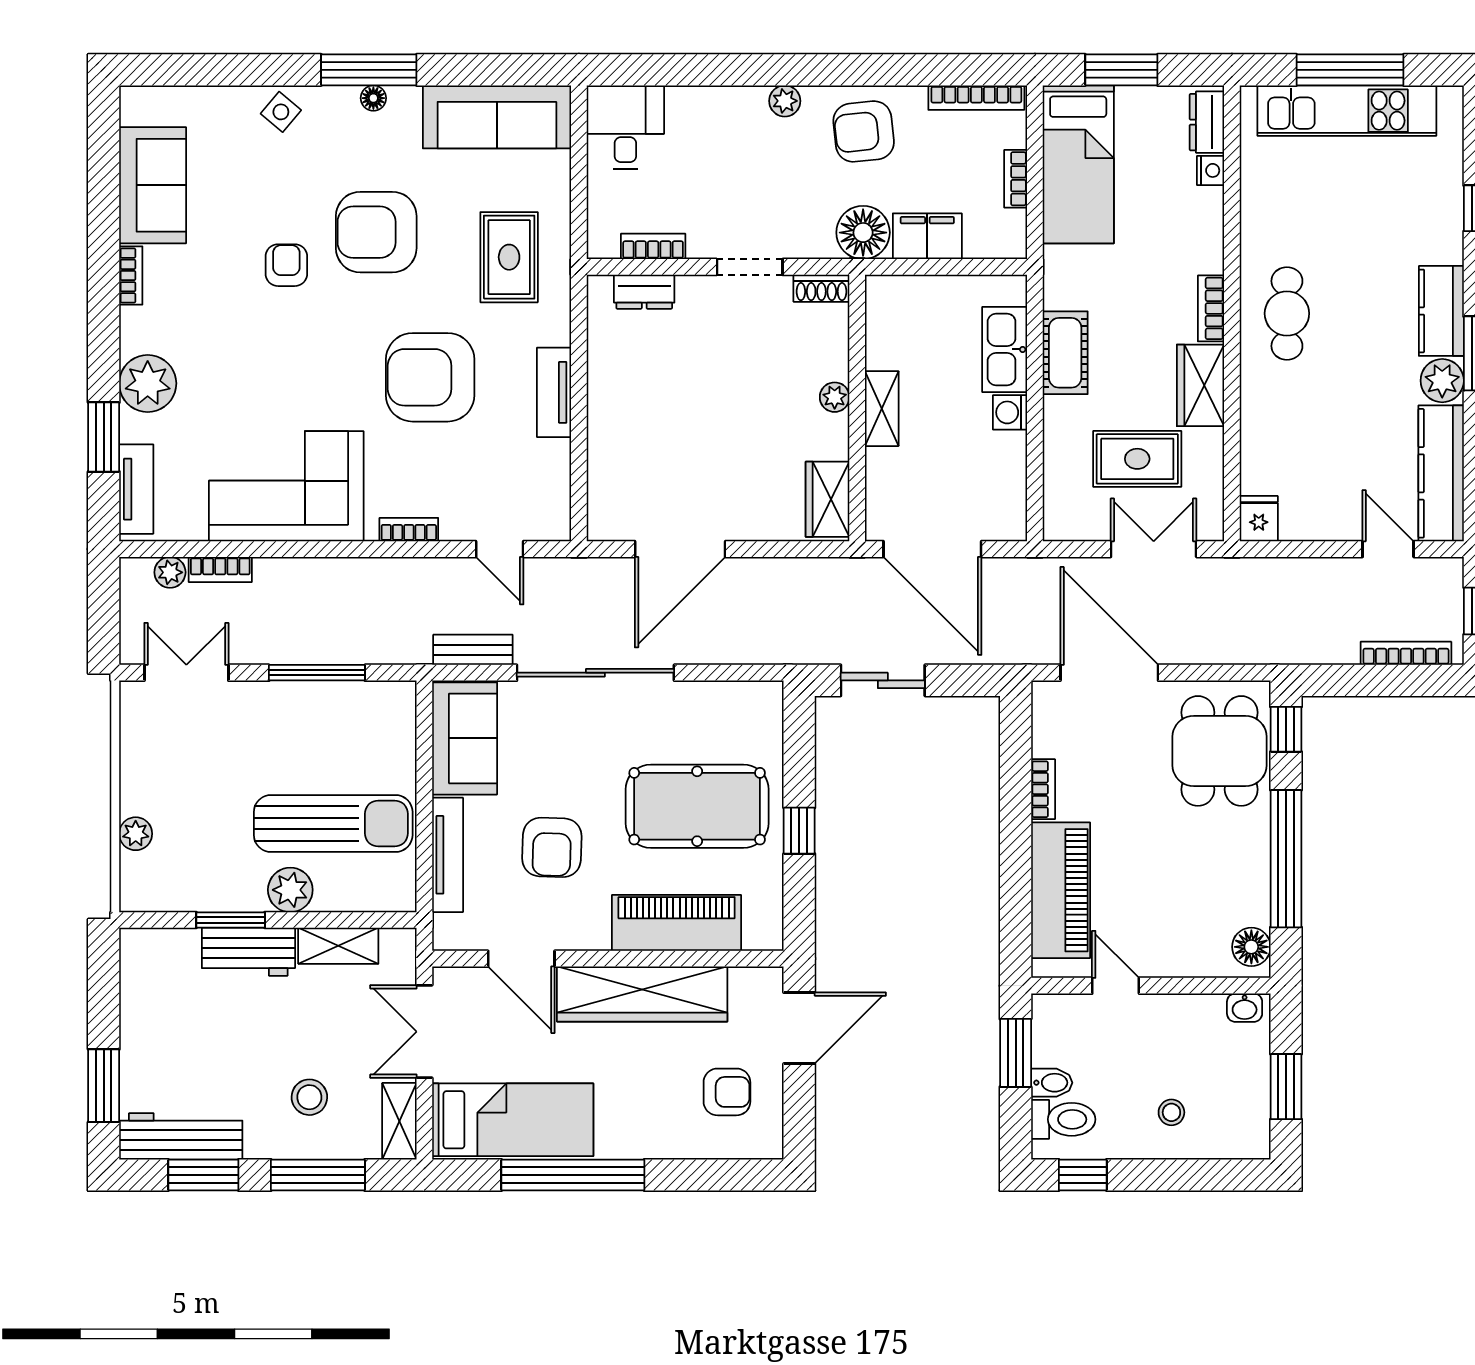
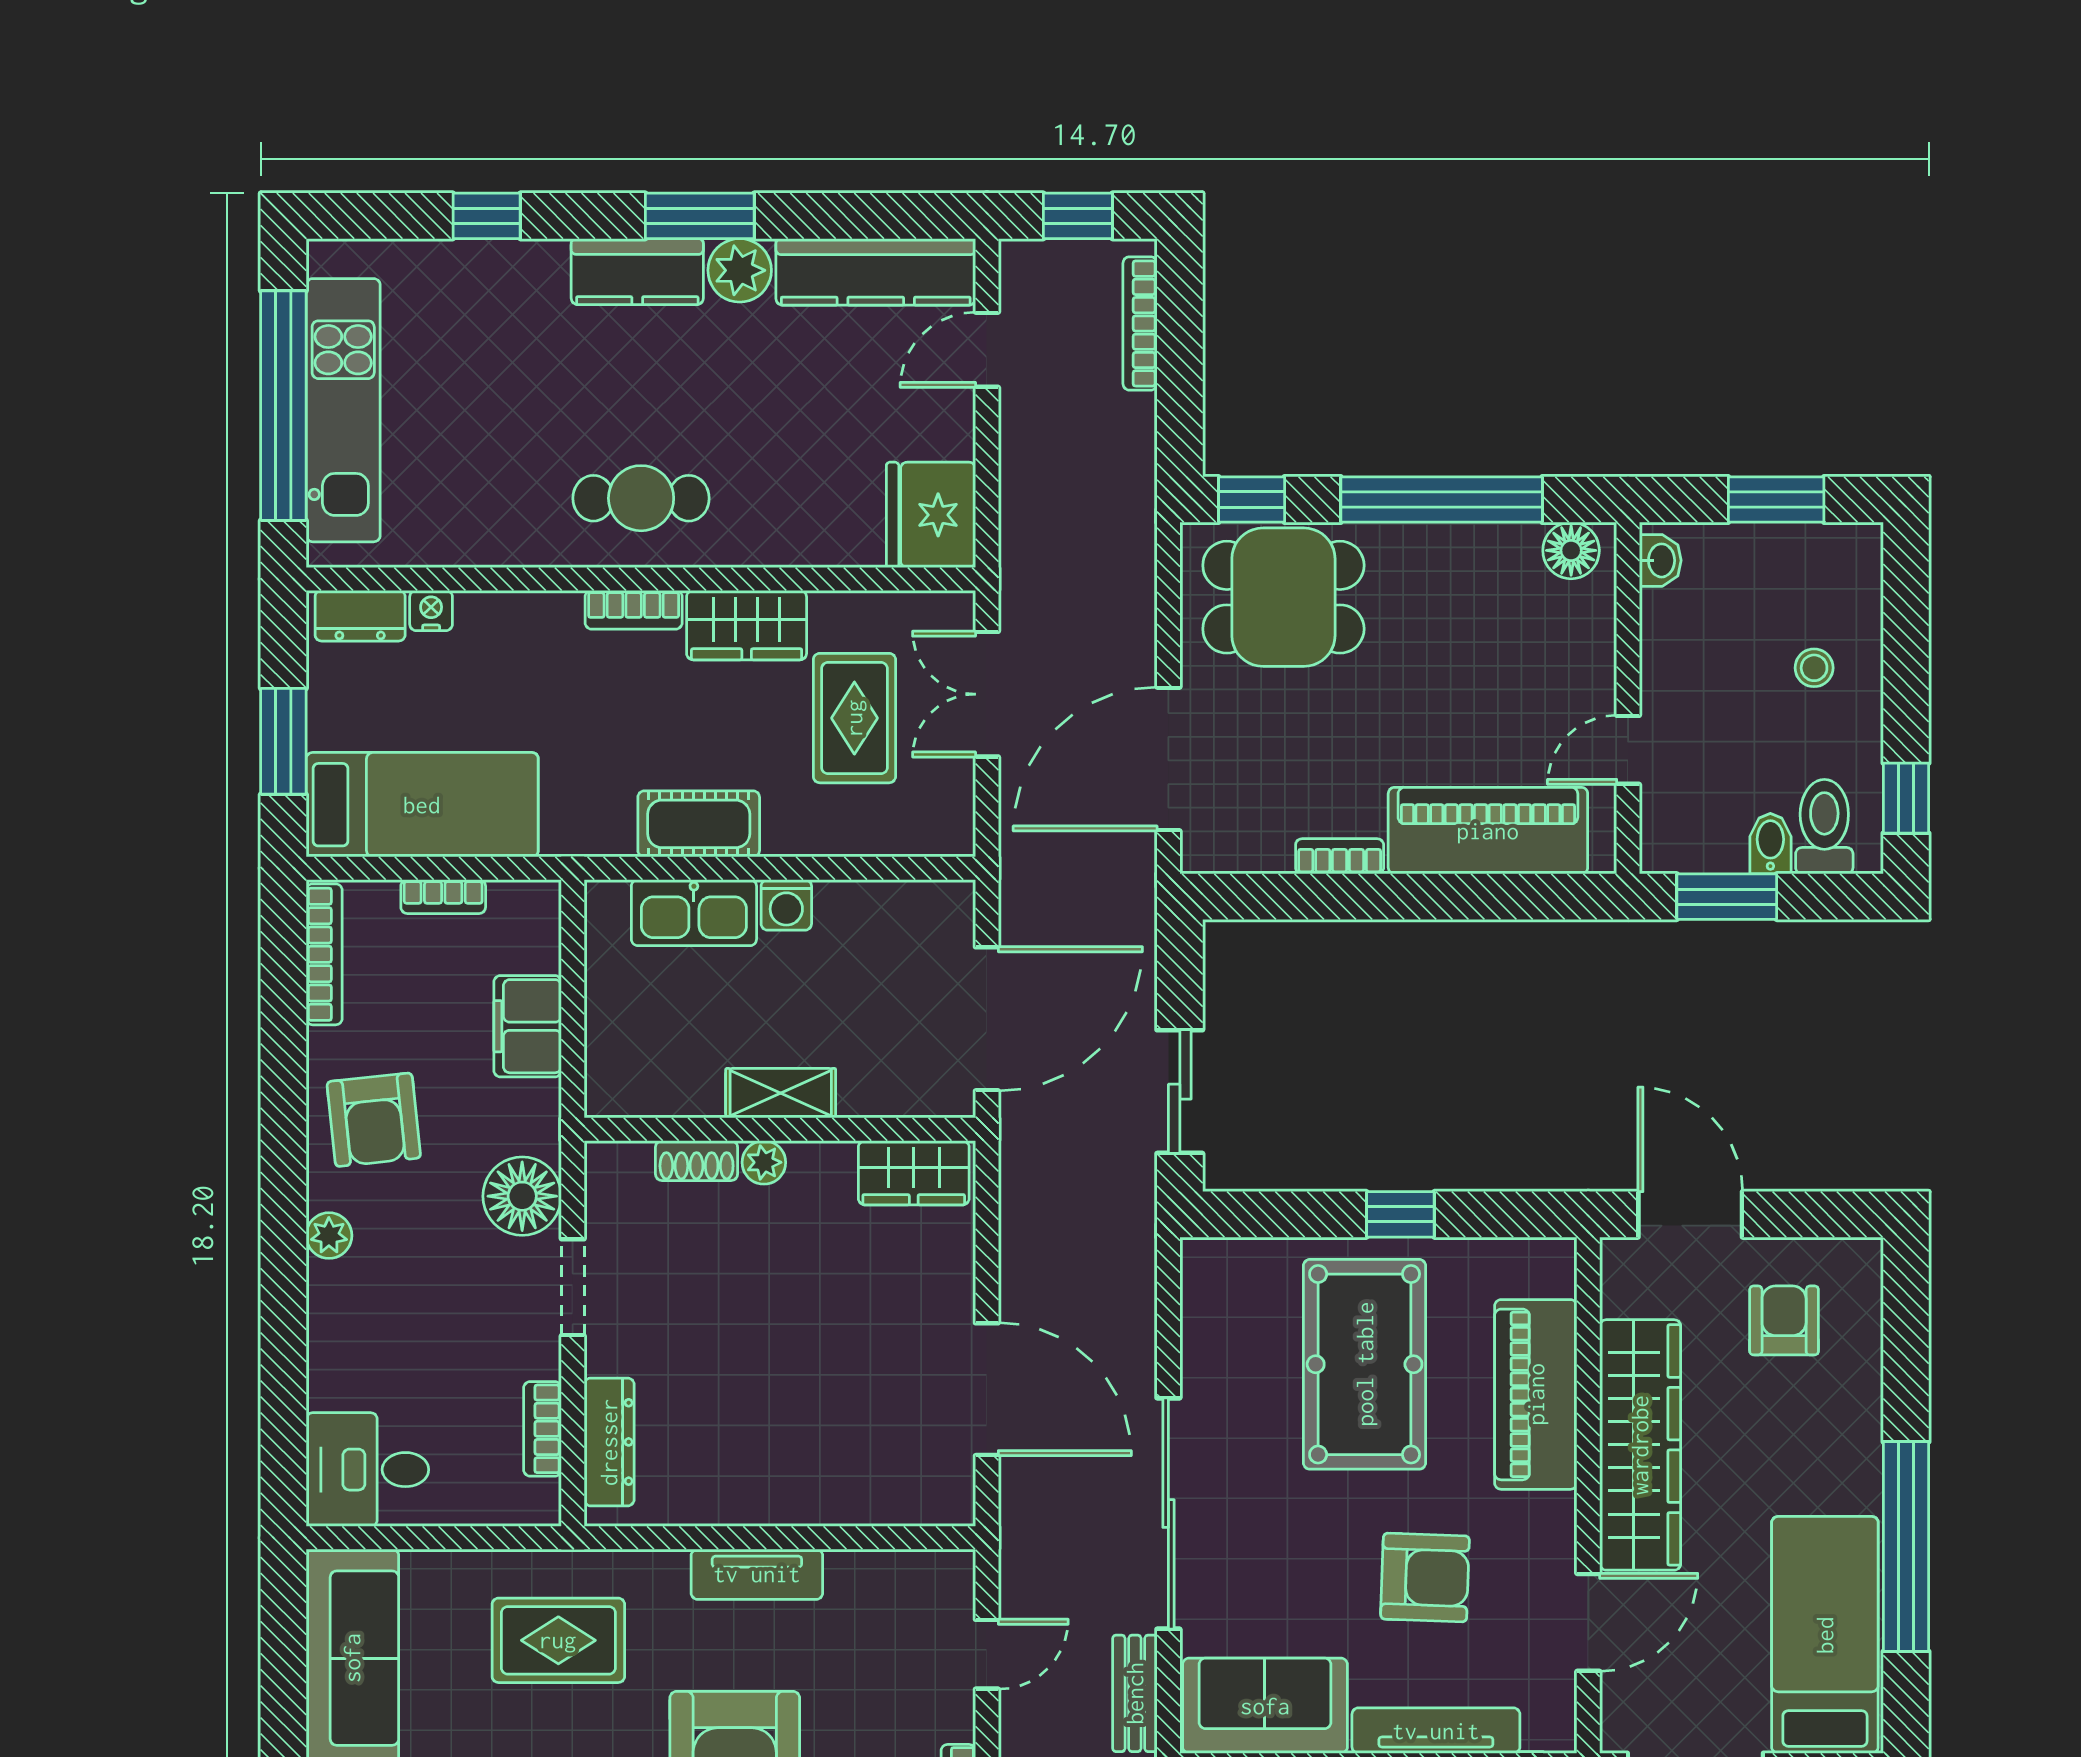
window: (1350, 70) -> (283, 406), width x1.46
floor lamp: (863, 233) -> (522, 1196), moved
shoe rack: (821, 288) -> (697, 1161), moved, turned 90
dresser: (644, 292) -> (609, 1442), width x1.44
fridge: (1259, 519) -> (931, 515), width x1.88, depth x1.34

